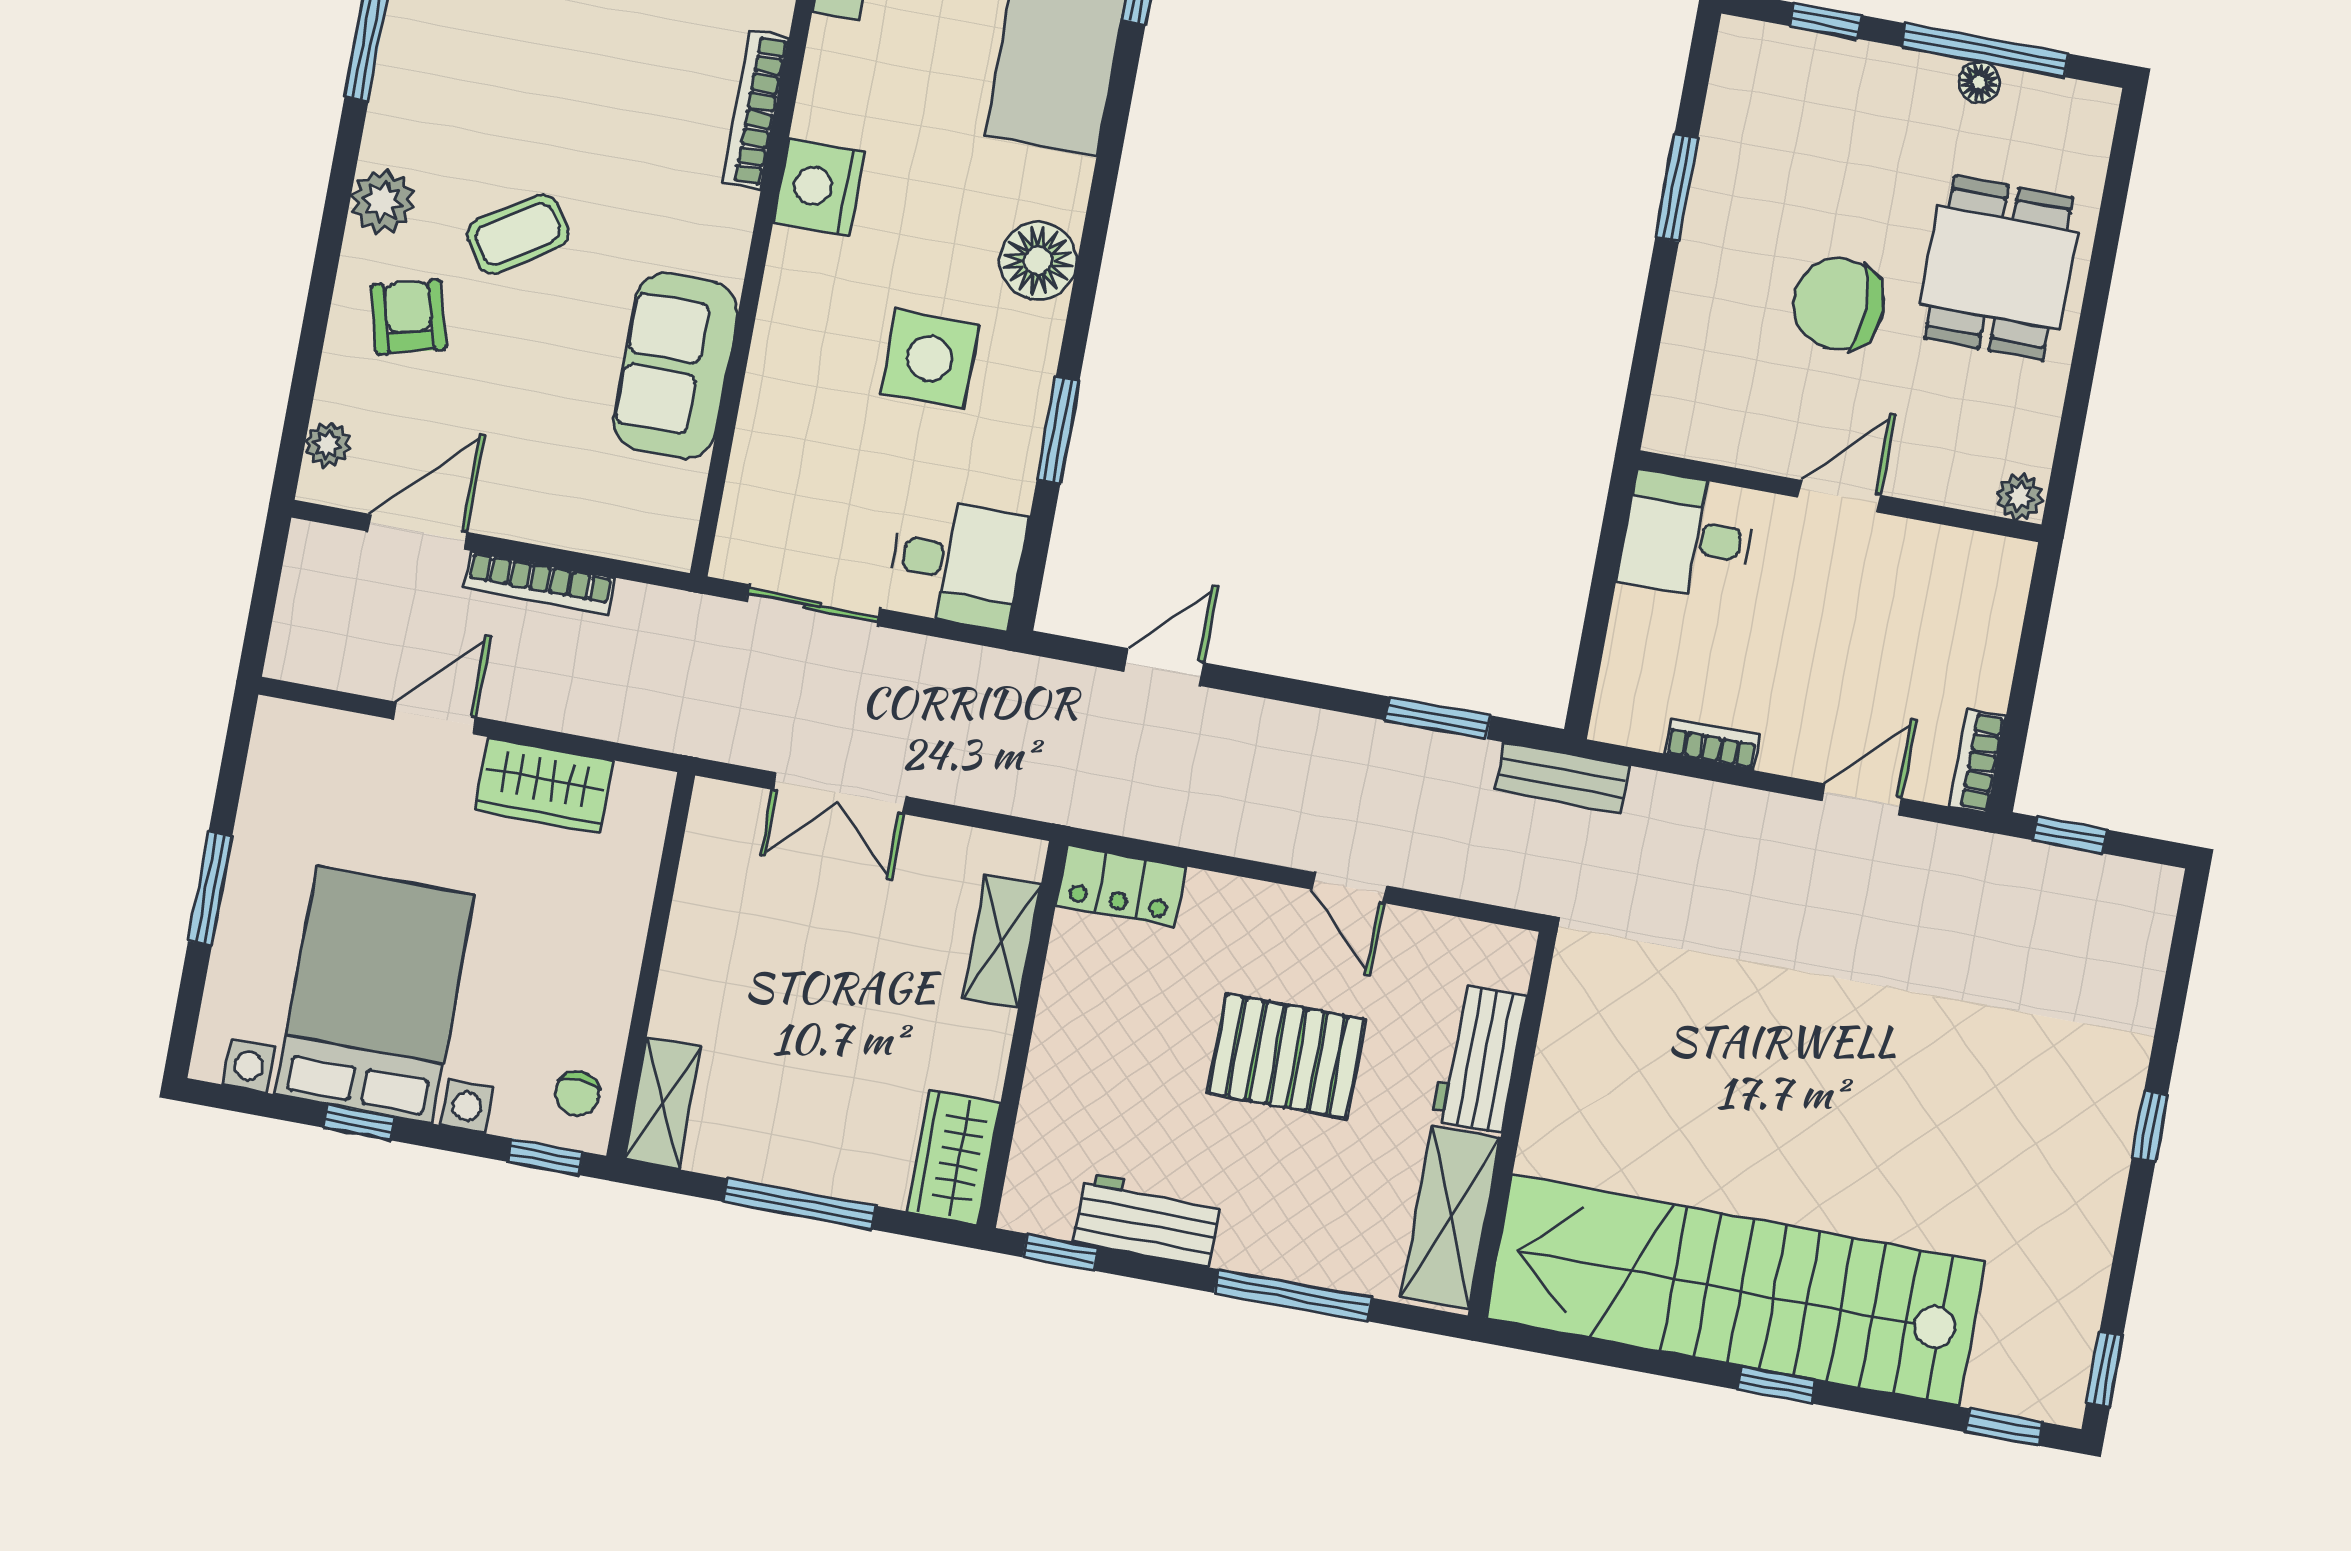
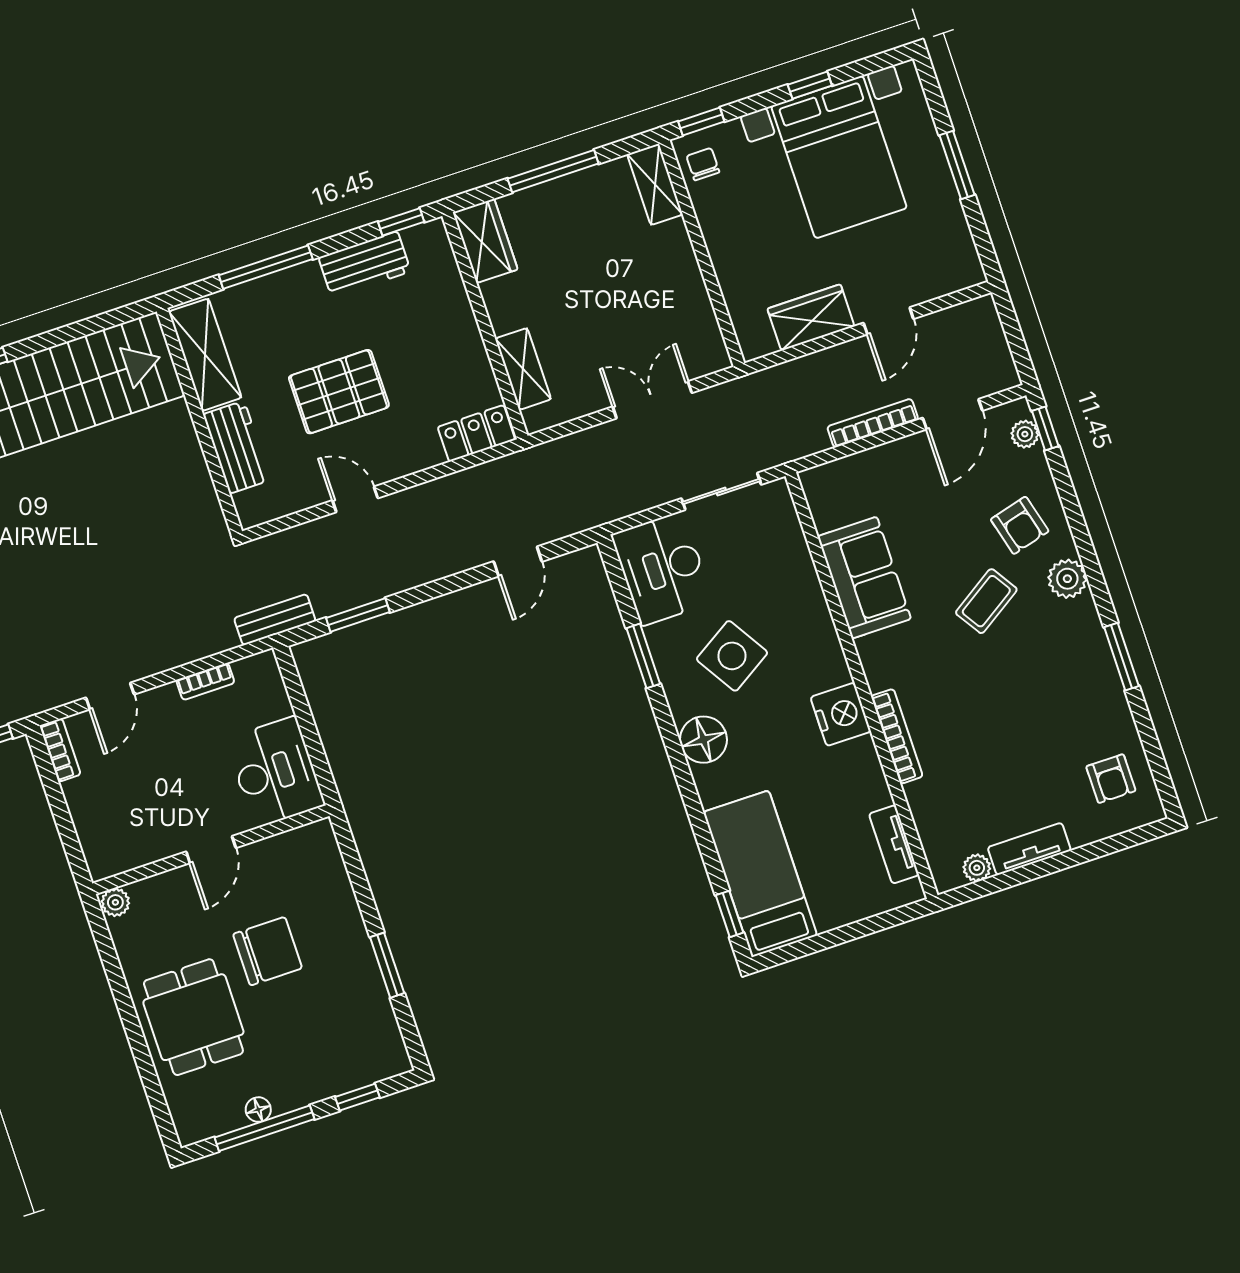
side table: (930, 359) -> (732, 656), turned -32
window: (294, 436) -> (1045, 429), added
desk: (1688, 536) -> (275, 772), width x1.37
desk: (957, 563) -> (662, 569), width x1.37

